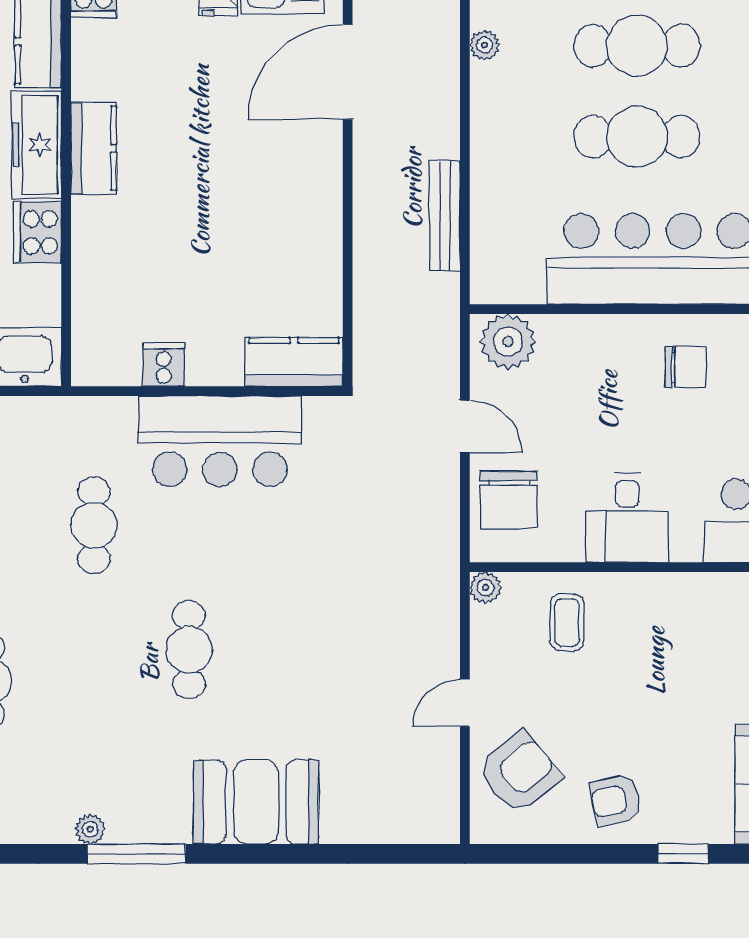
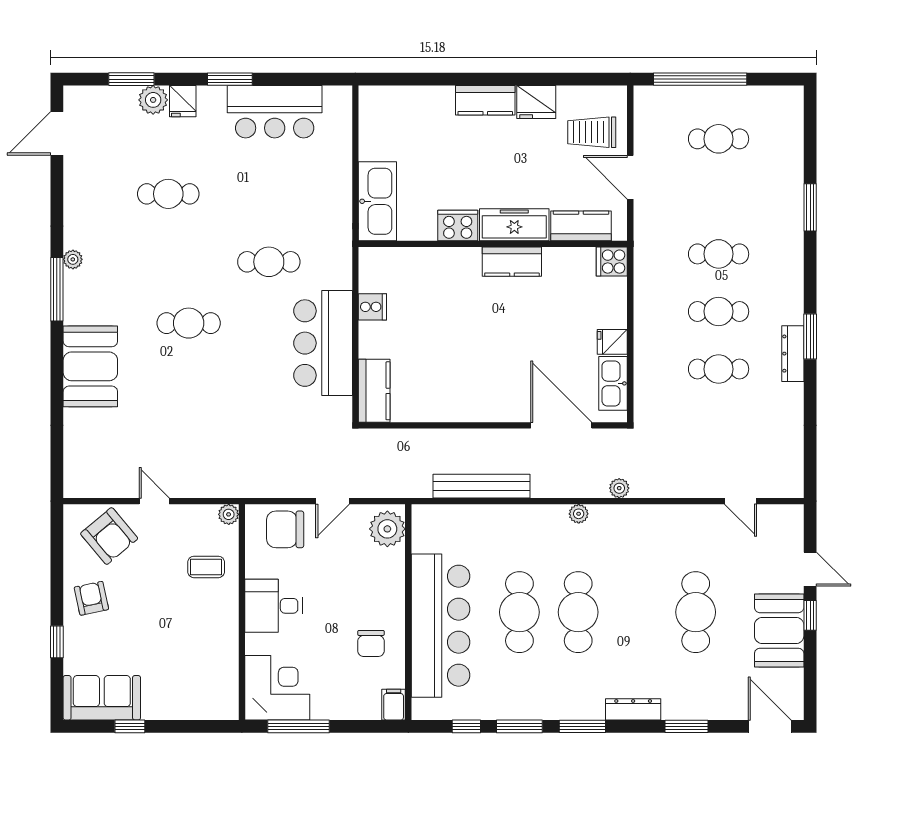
bench: (445, 216) -> (481, 486), width x1.37, depth x1.21

